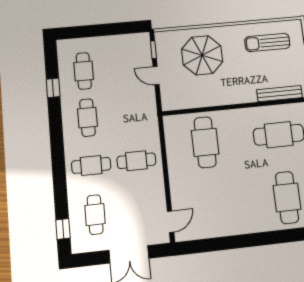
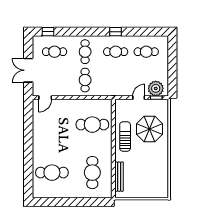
sun lounger: (267, 42) -> (125, 136), moved
plant: (139, 52) -> (156, 88), added
window: (53, 88) -> (115, 32), moved
door: (171, 222) -> (45, 98), hinge flipped

